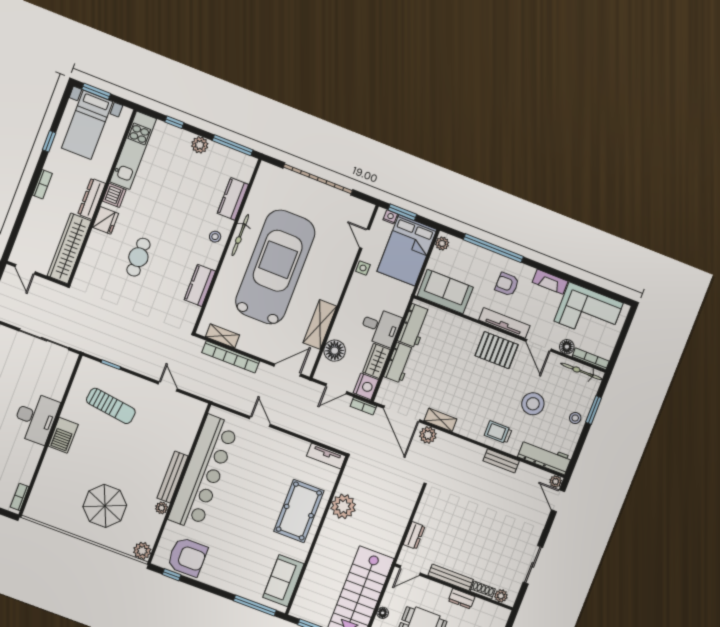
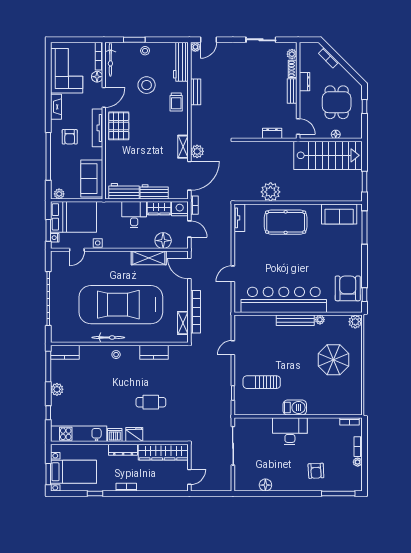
kitchen counter: (233, 199) -> (65, 352), moved
sun lounger: (111, 406) -> (262, 382), turned -98
bench: (451, 577) -> (292, 91), width x0.73

